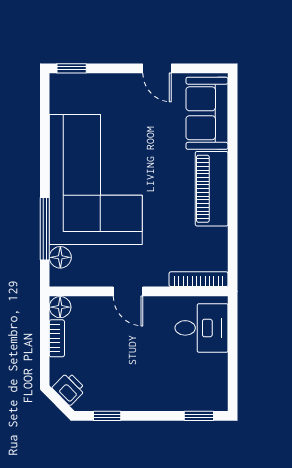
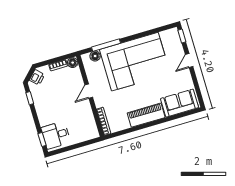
door: (157, 68) -> (189, 61), moved
desk: (202, 328) -> (56, 135), moved, turned 90

